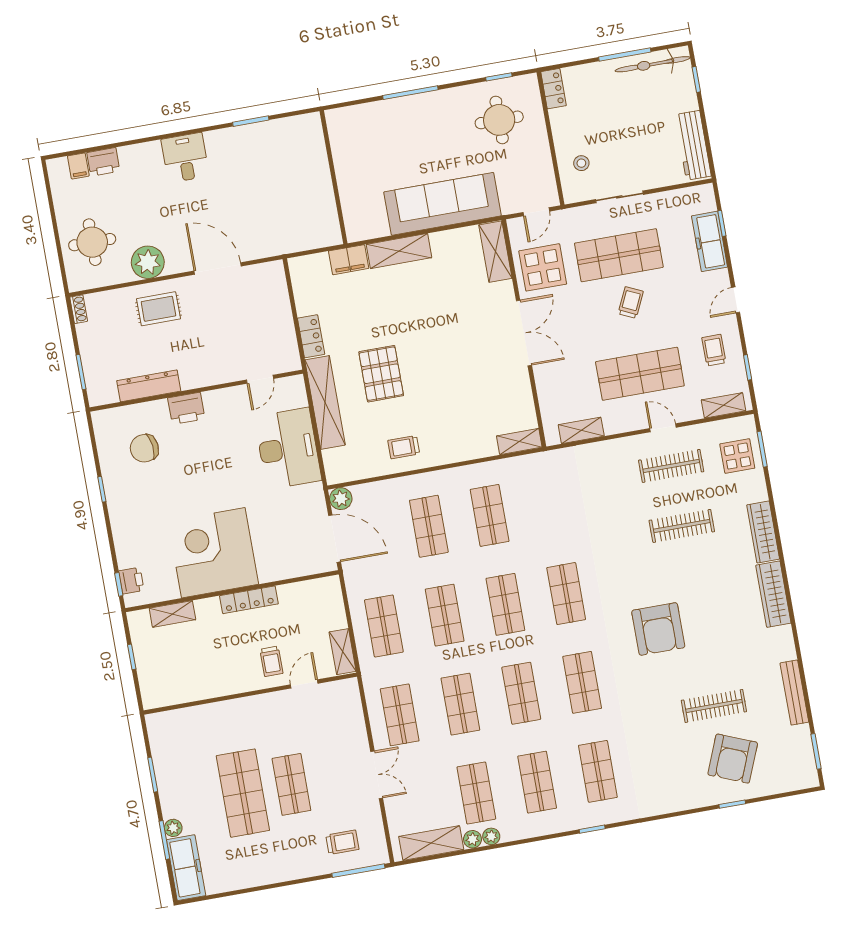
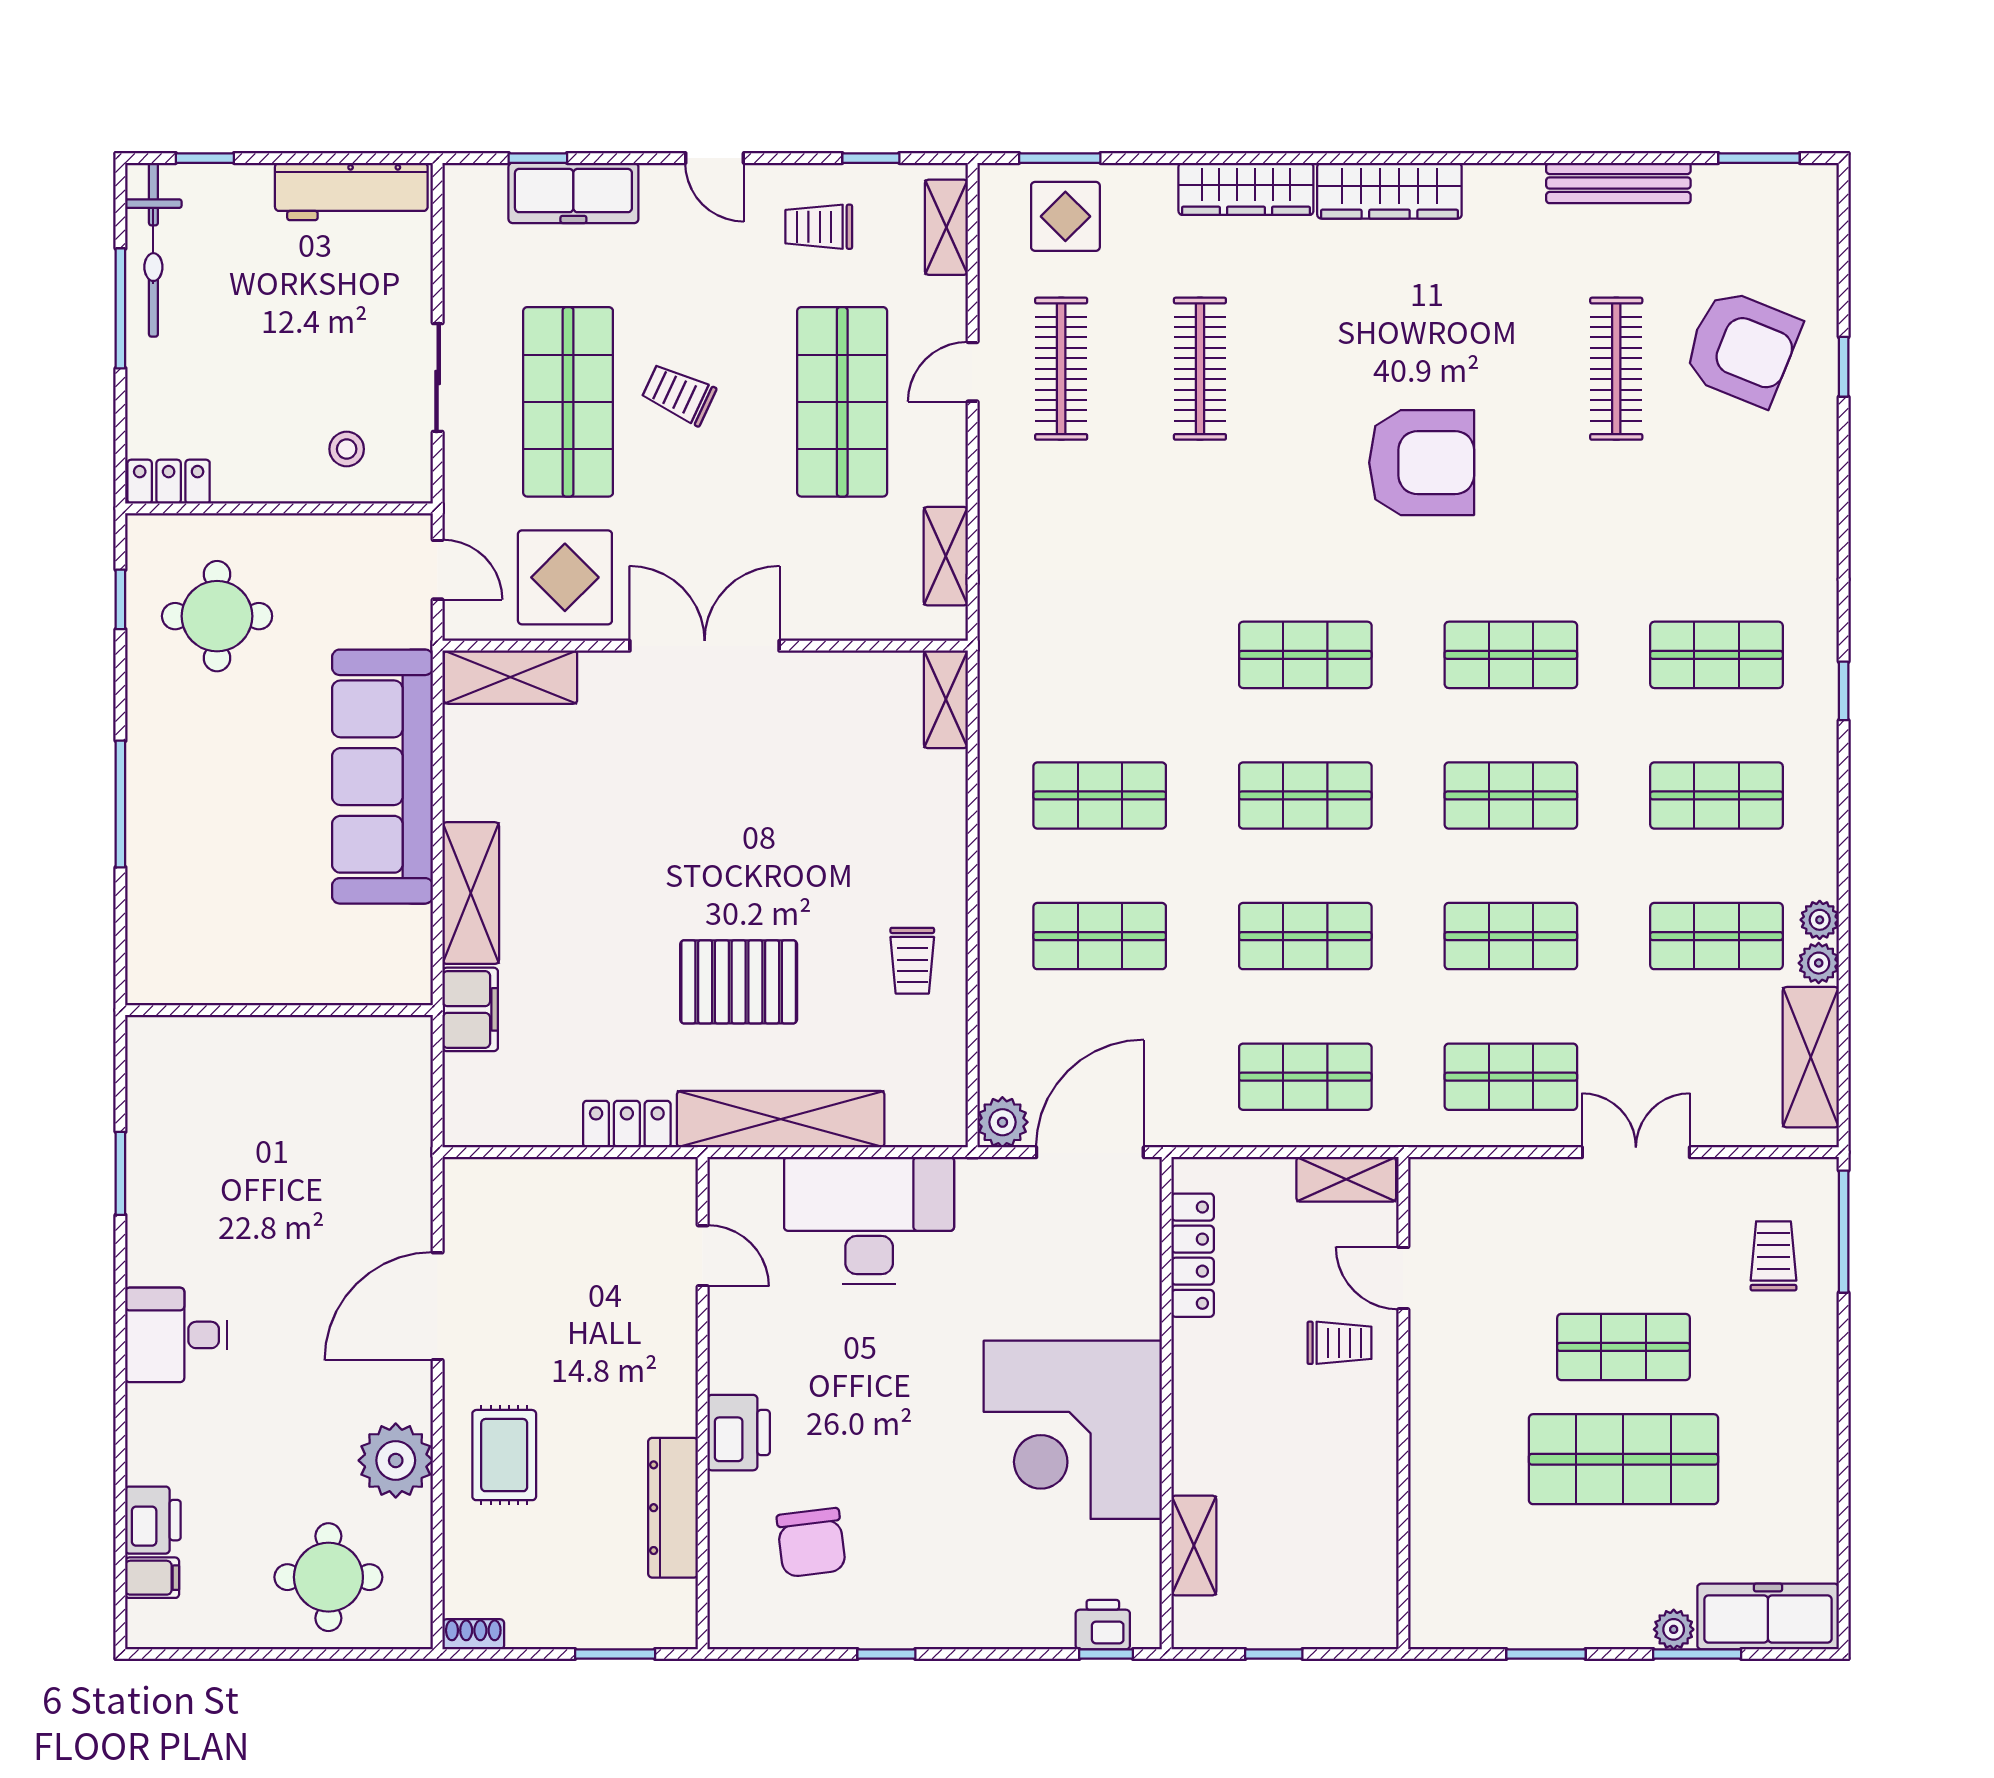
locker: (249, 600) -> (1193, 1255), moved

